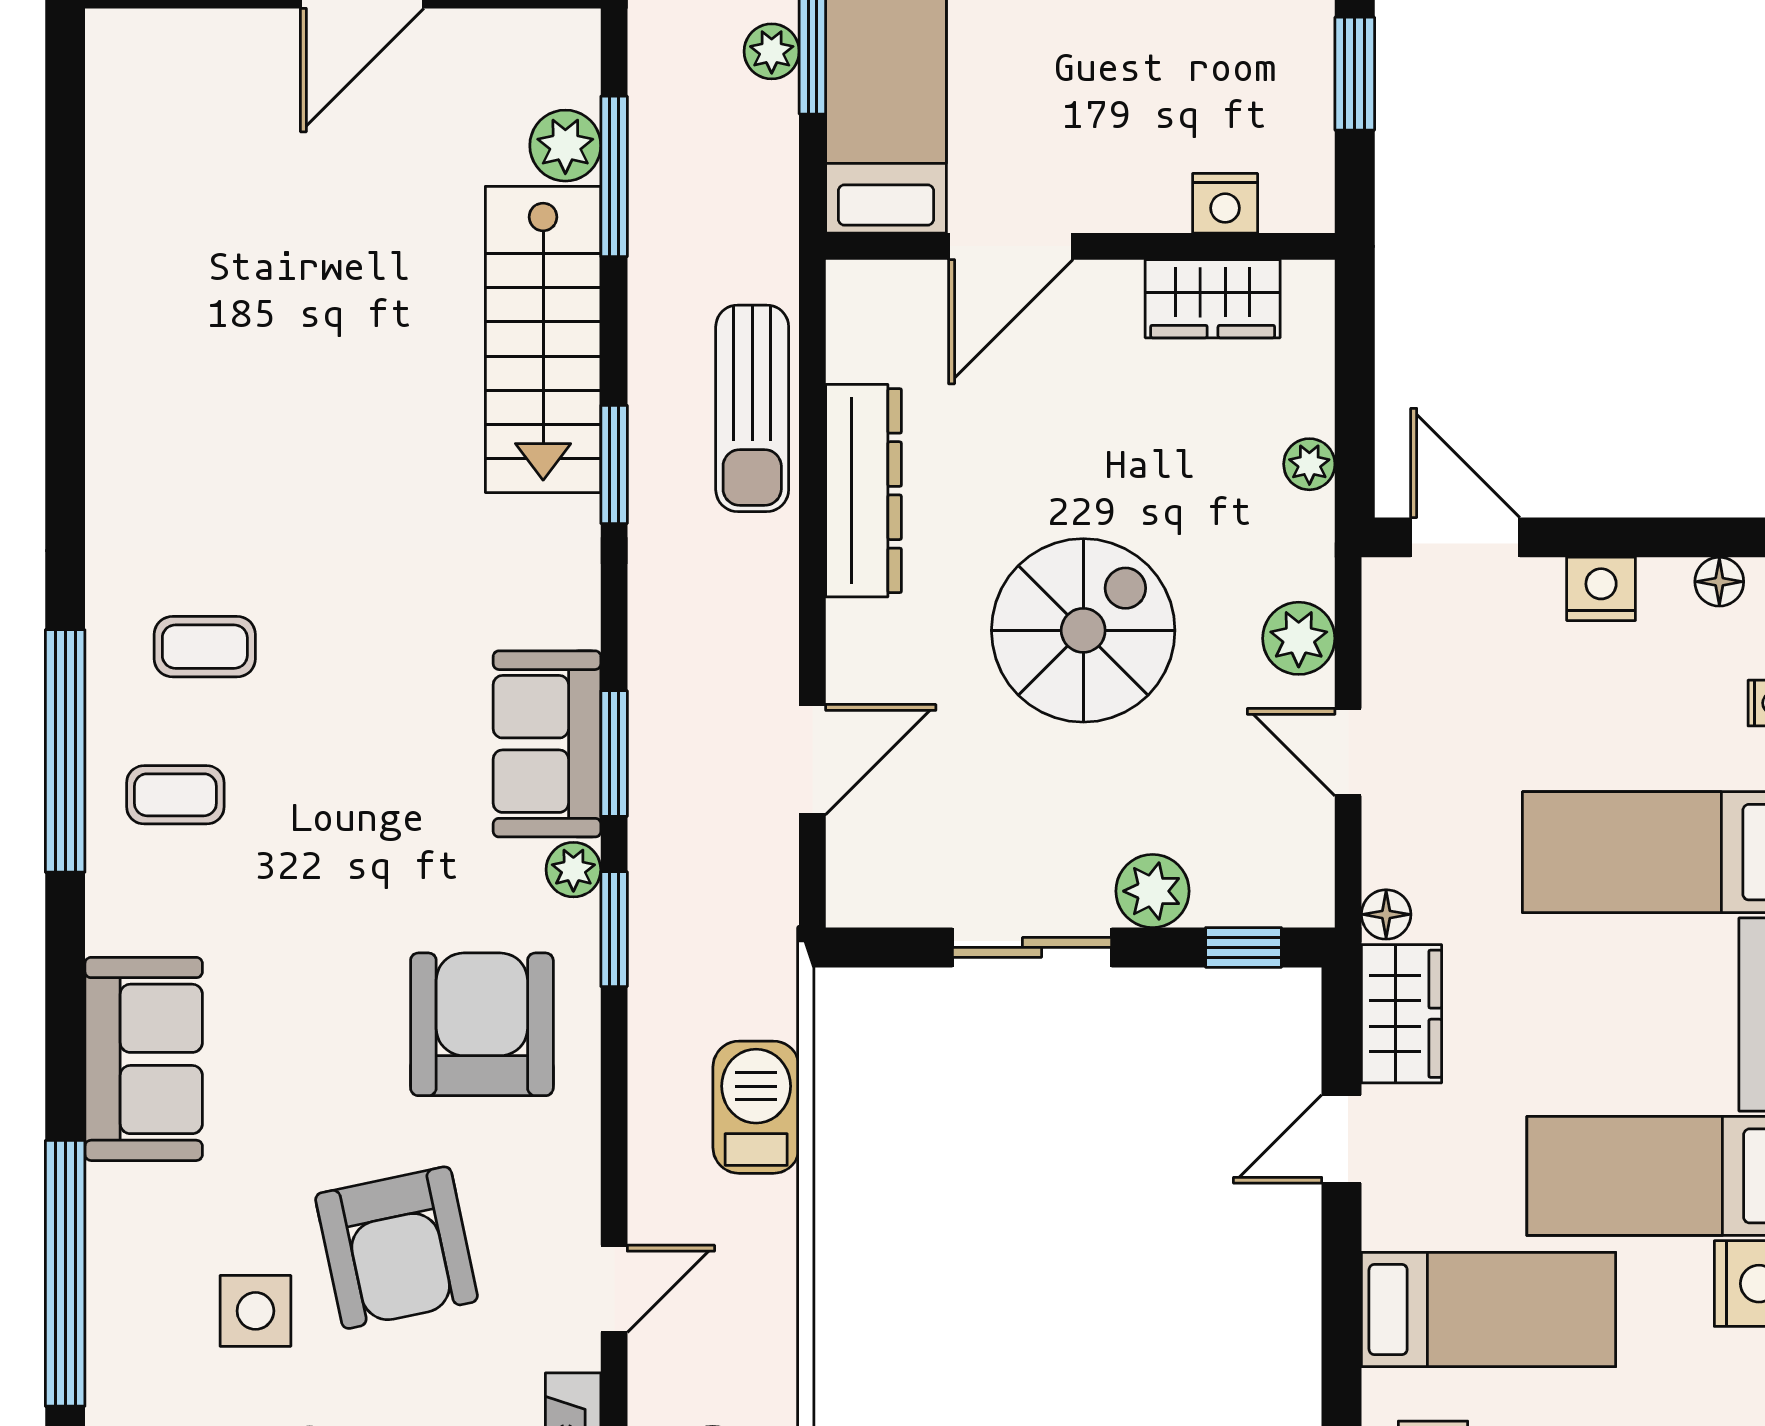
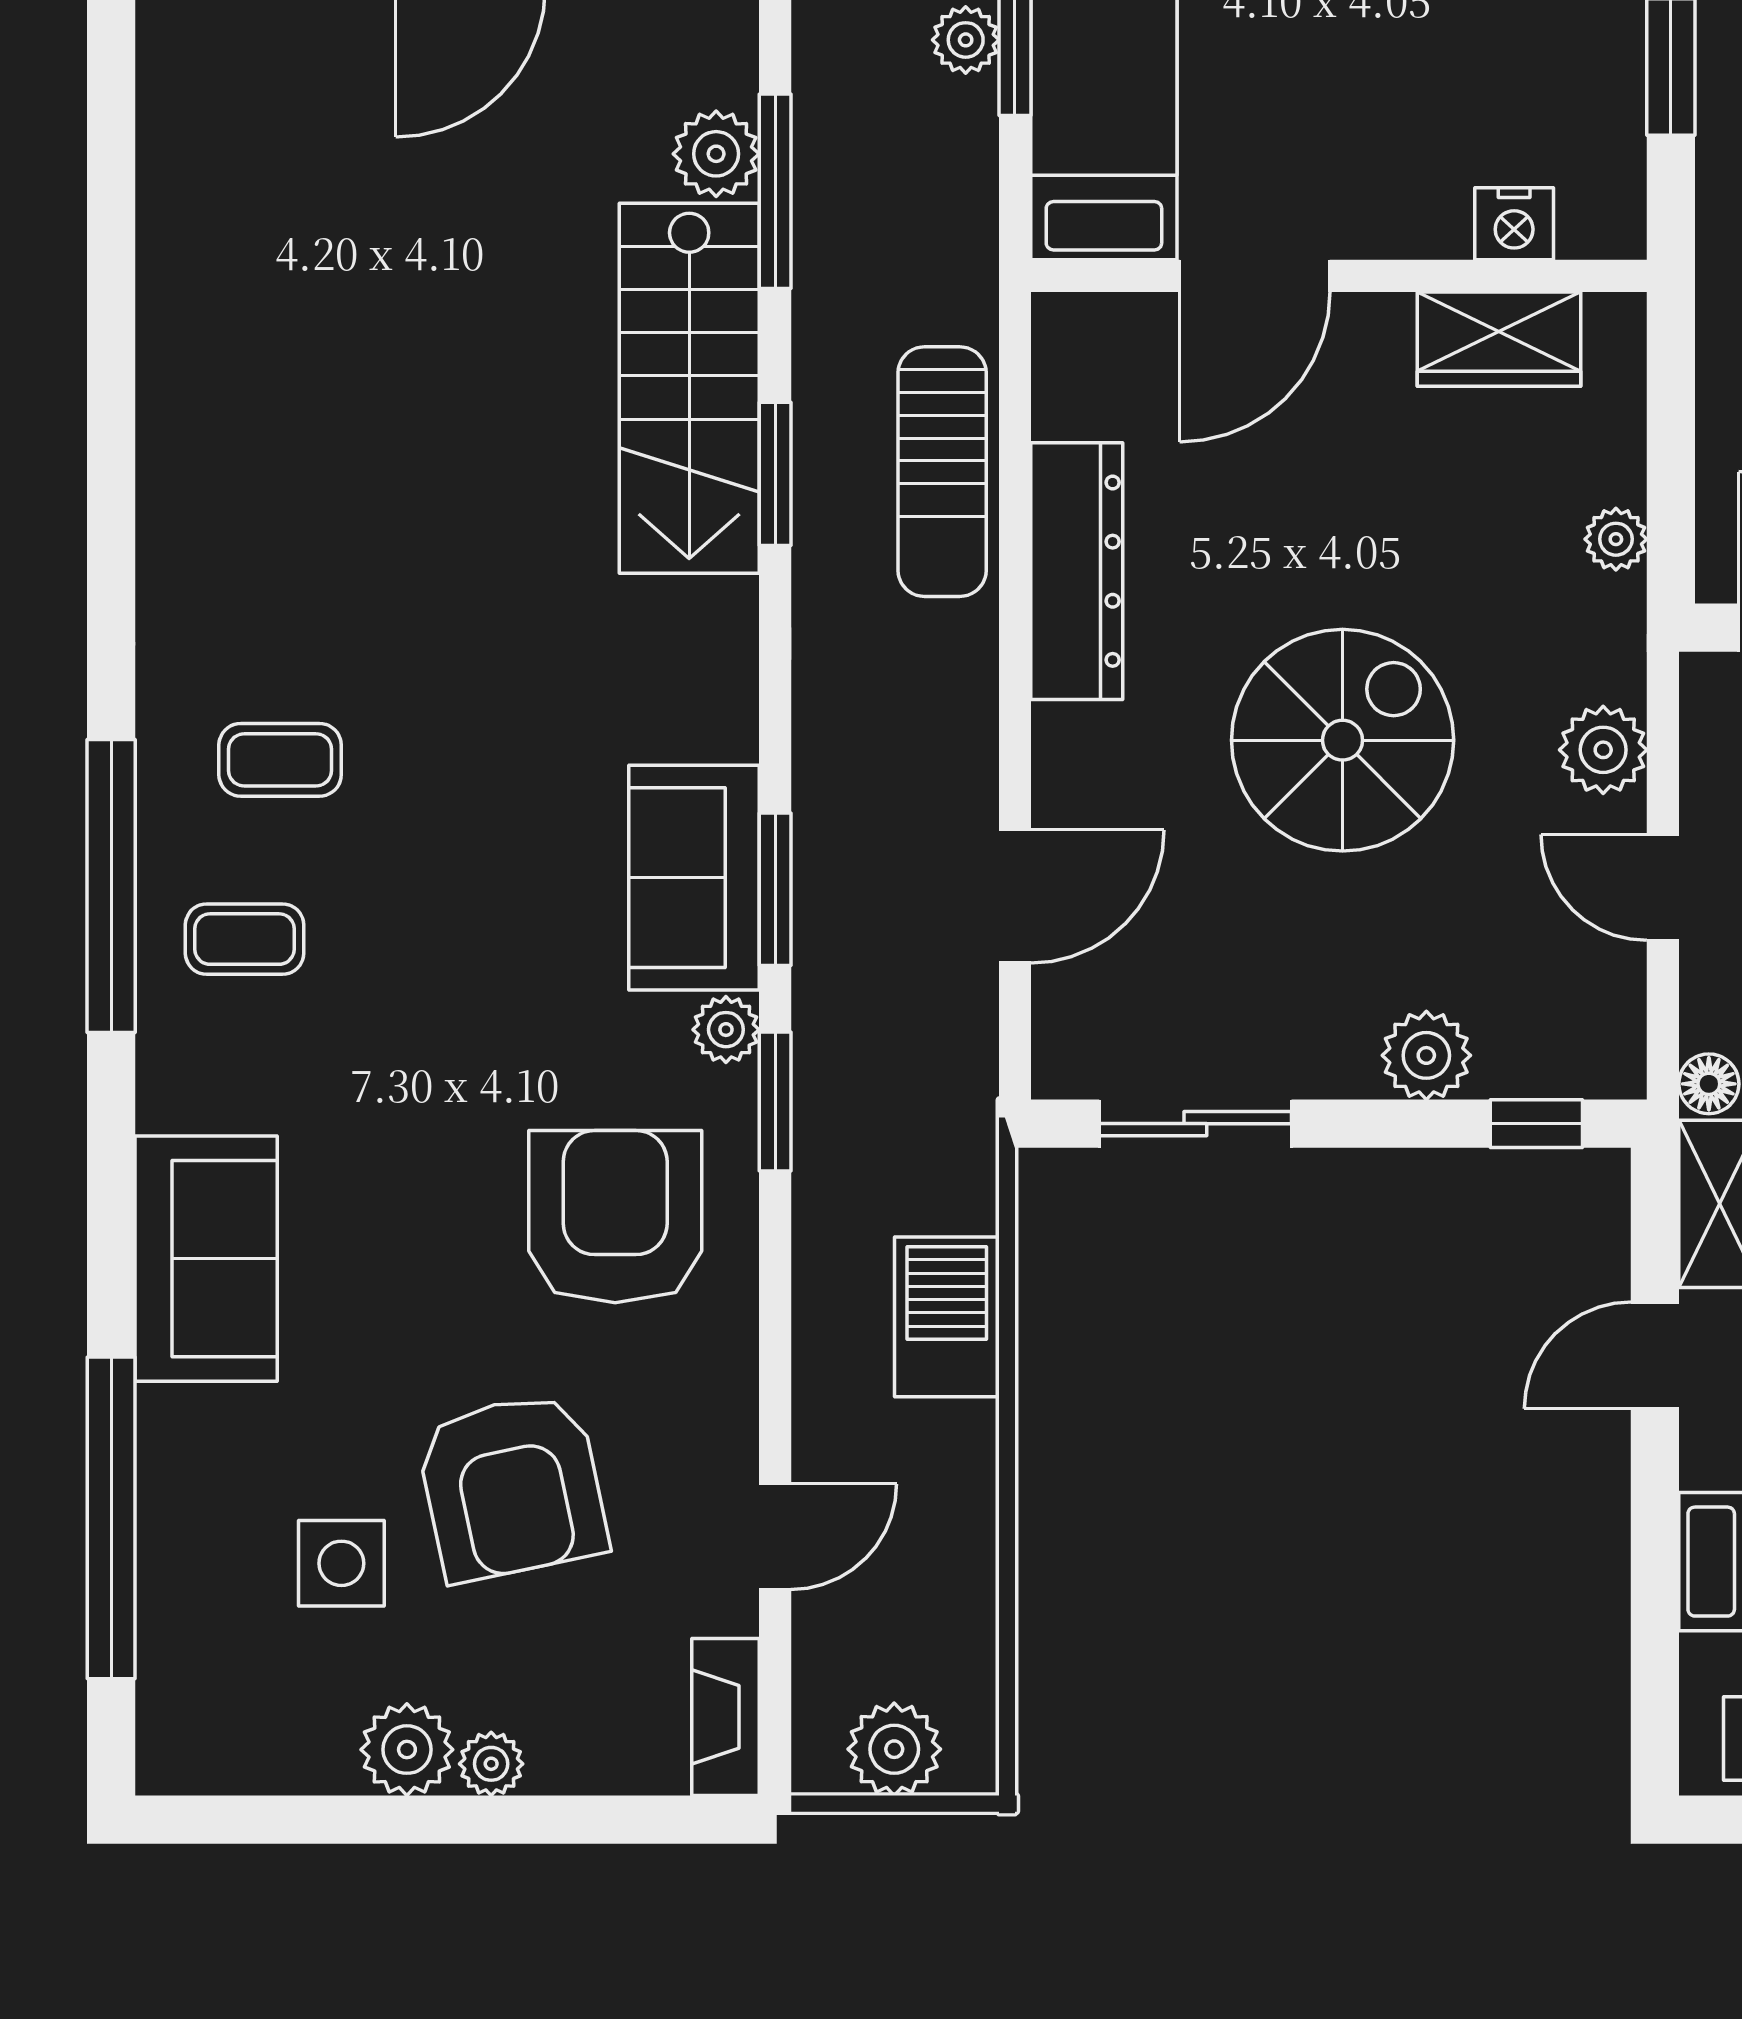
window: (614, 464) -> (775, 474), moved
sliding door: (1032, 947) -> (1195, 1124), moved

